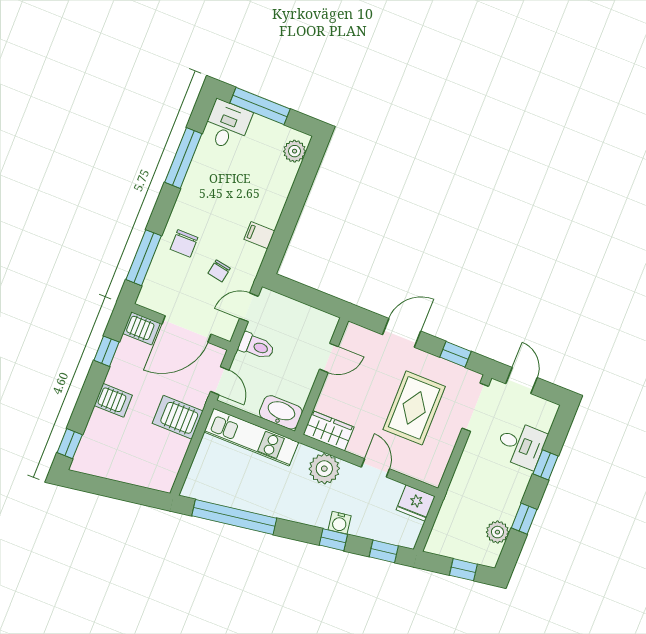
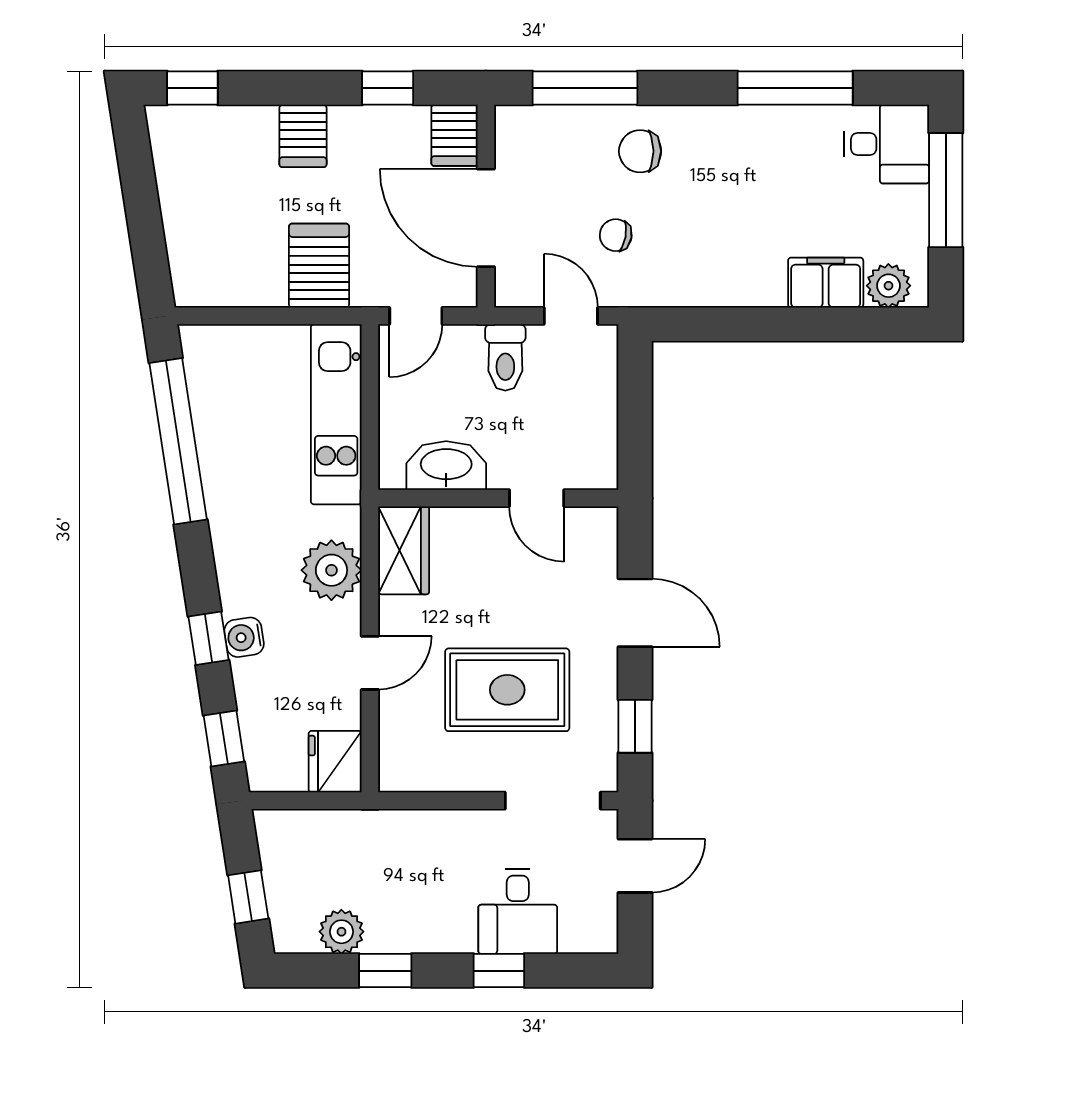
filing cabinet: (259, 235) -> (826, 283), moved, width x2.00
washbasin: (281, 412) -> (446, 466), moved, turned -90

